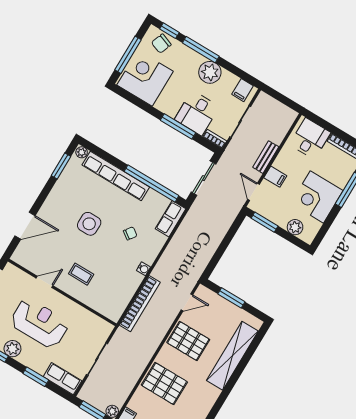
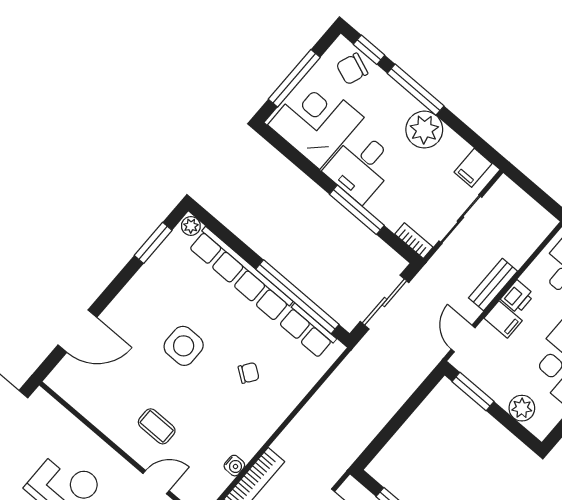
desk: (197, 113) -> (361, 166), moved
printer: (281, 162) -> (517, 297), added
row of seats: (171, 219) -> (307, 331), moved, turned -90
water cooler: (143, 269) -> (234, 466), moved
door: (45, 282) -> (156, 482), moved

